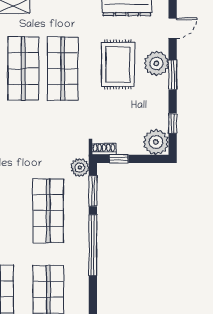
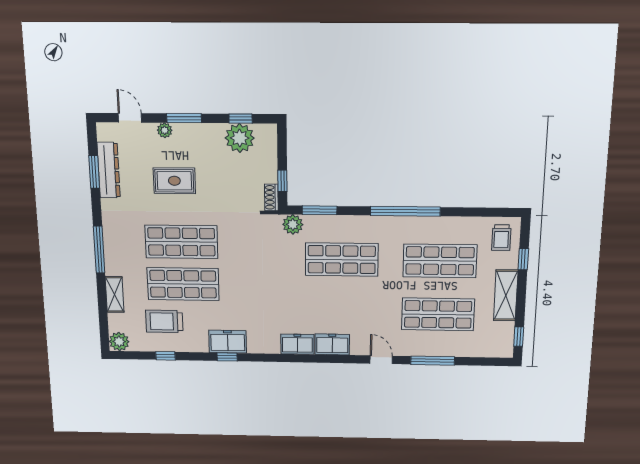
plant: (156, 63) -> (165, 130), width x0.53, depth x0.53
rug: (118, 64) -> (174, 181), width x0.73, depth x0.70
plant: (156, 142) -> (240, 138), moved
window: (93, 245) -> (405, 211), moved

